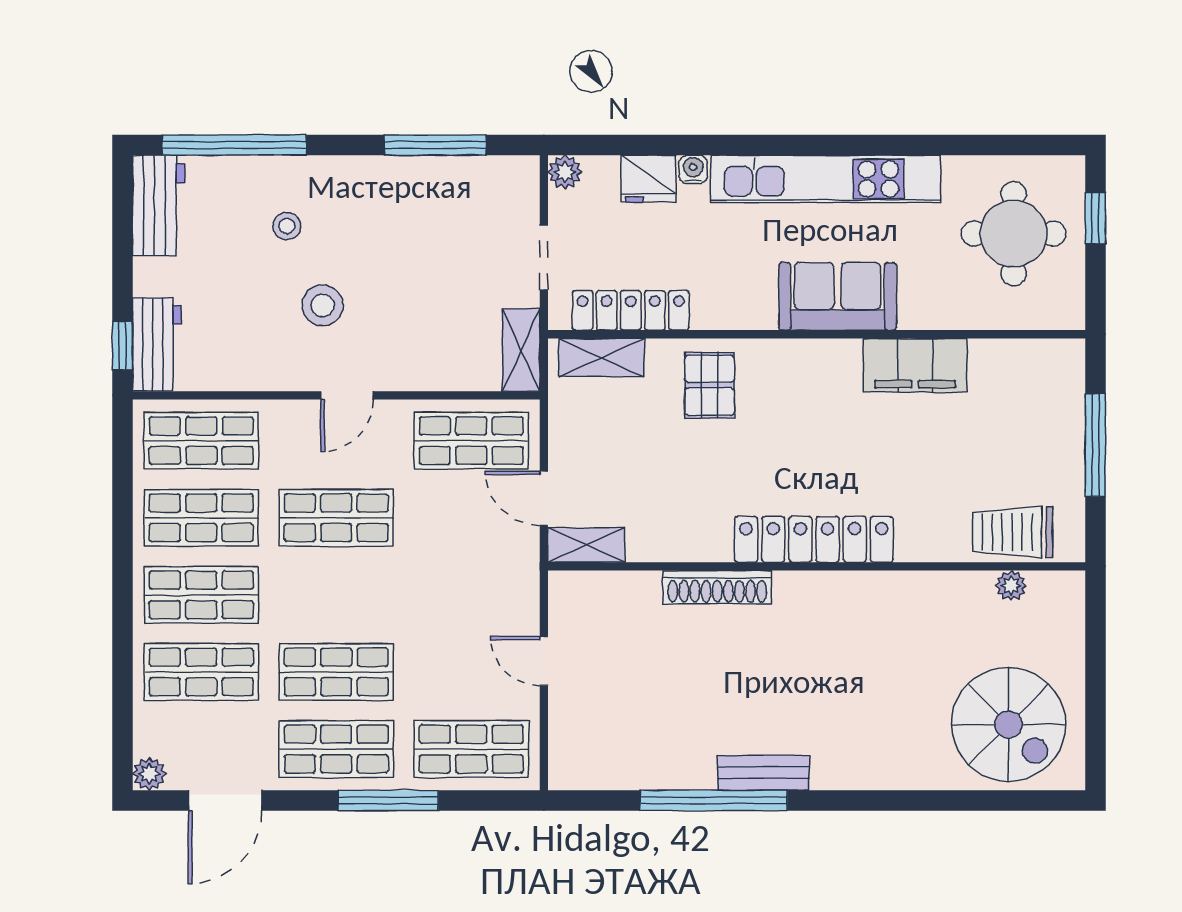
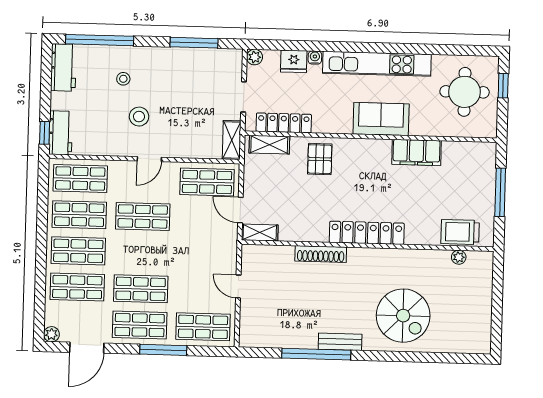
spiral stairs: (1009, 725) -> (403, 316), moved

